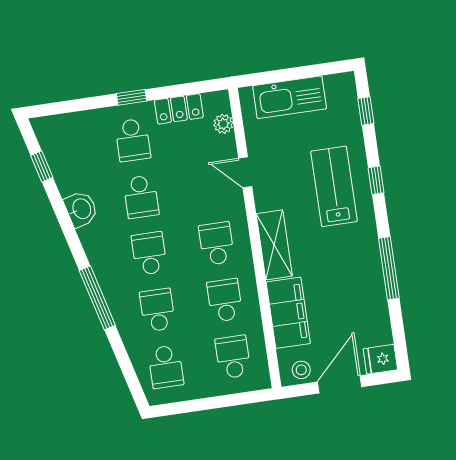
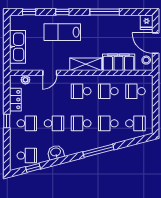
school desk: (65, 150) -> (27, 156), added

